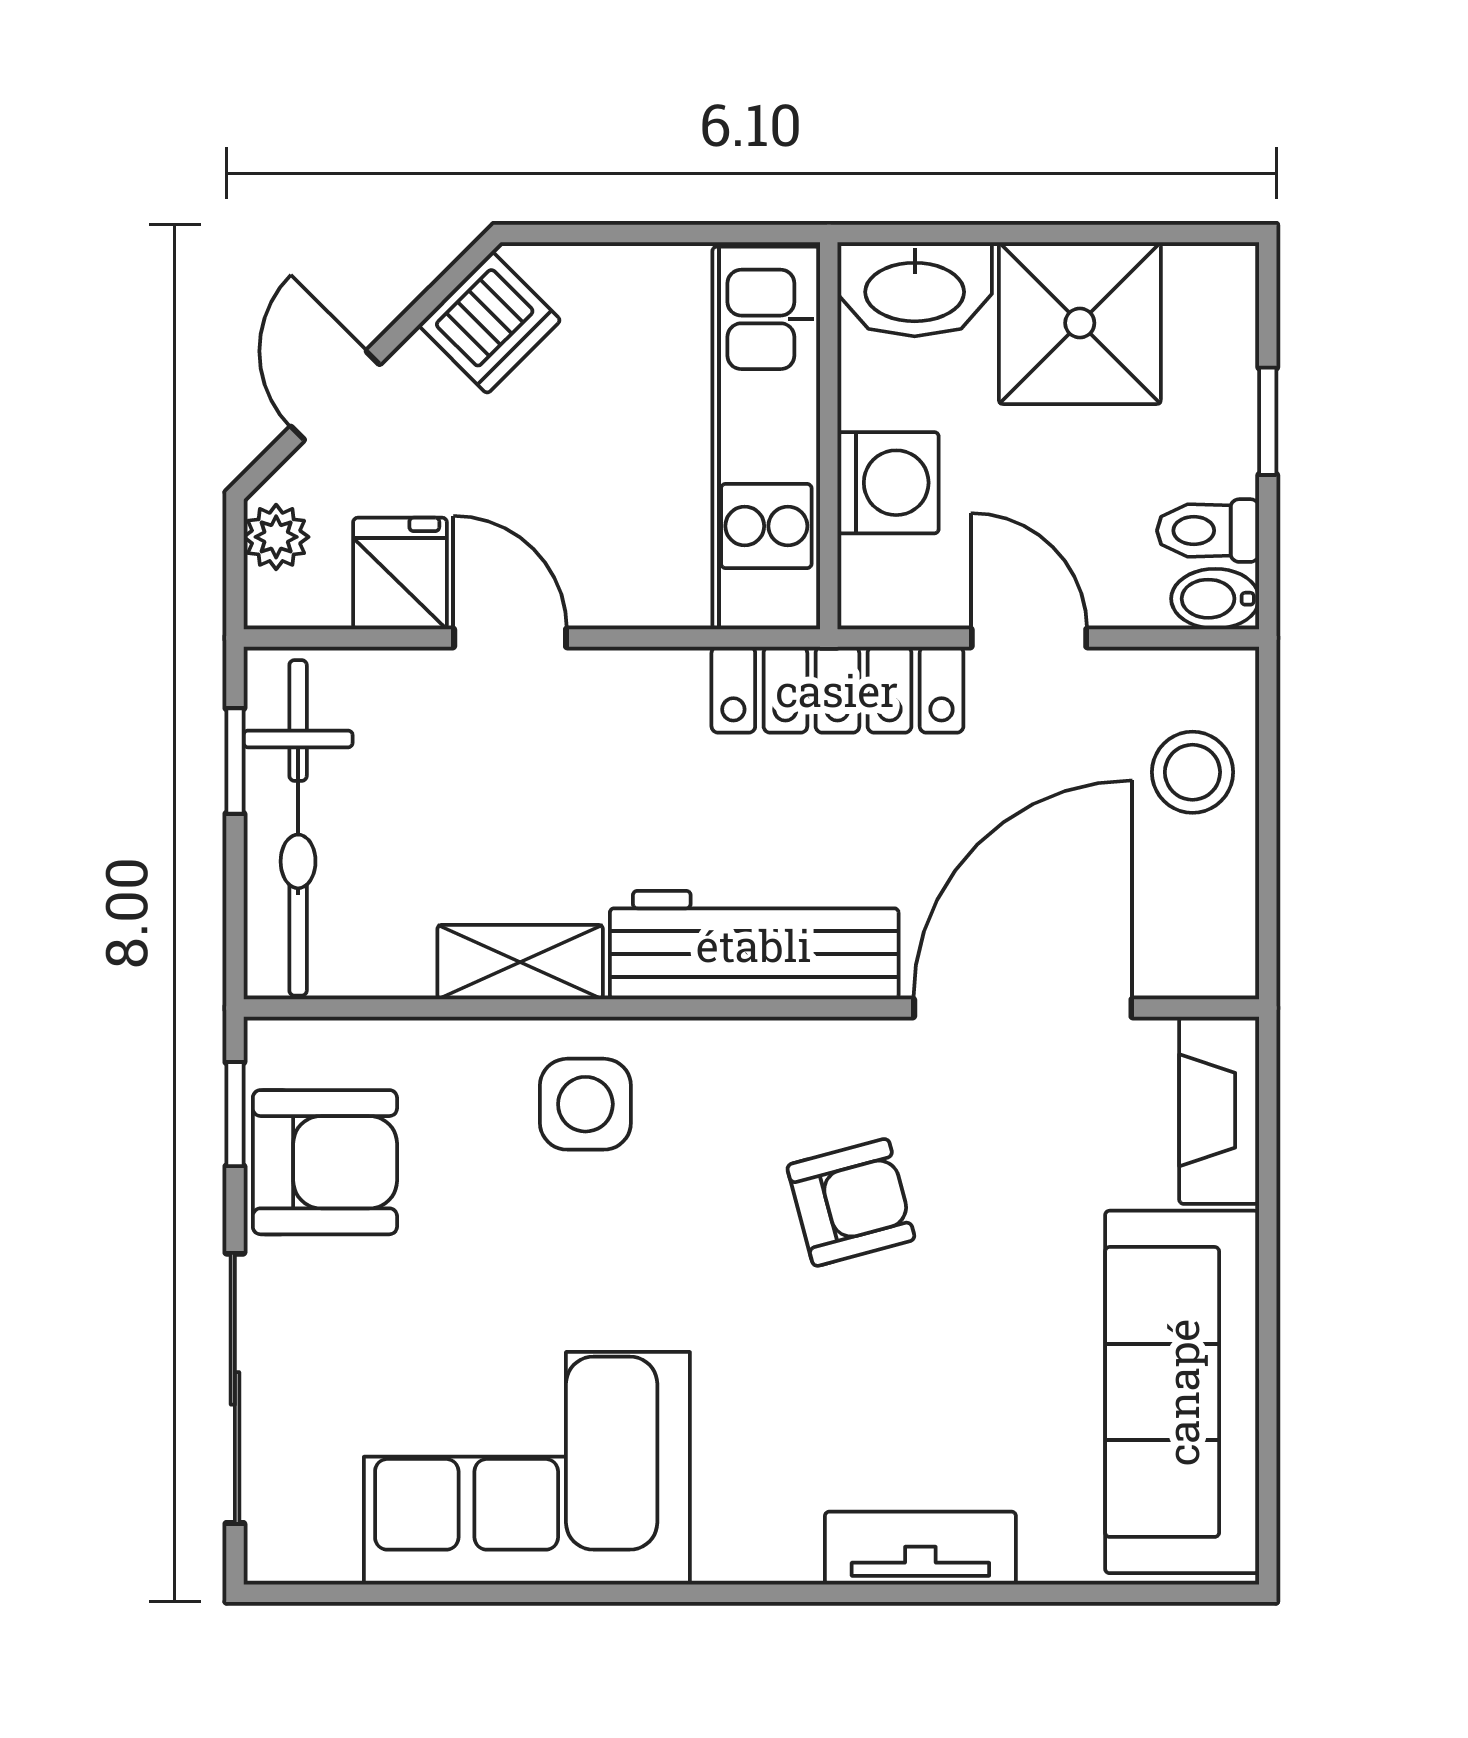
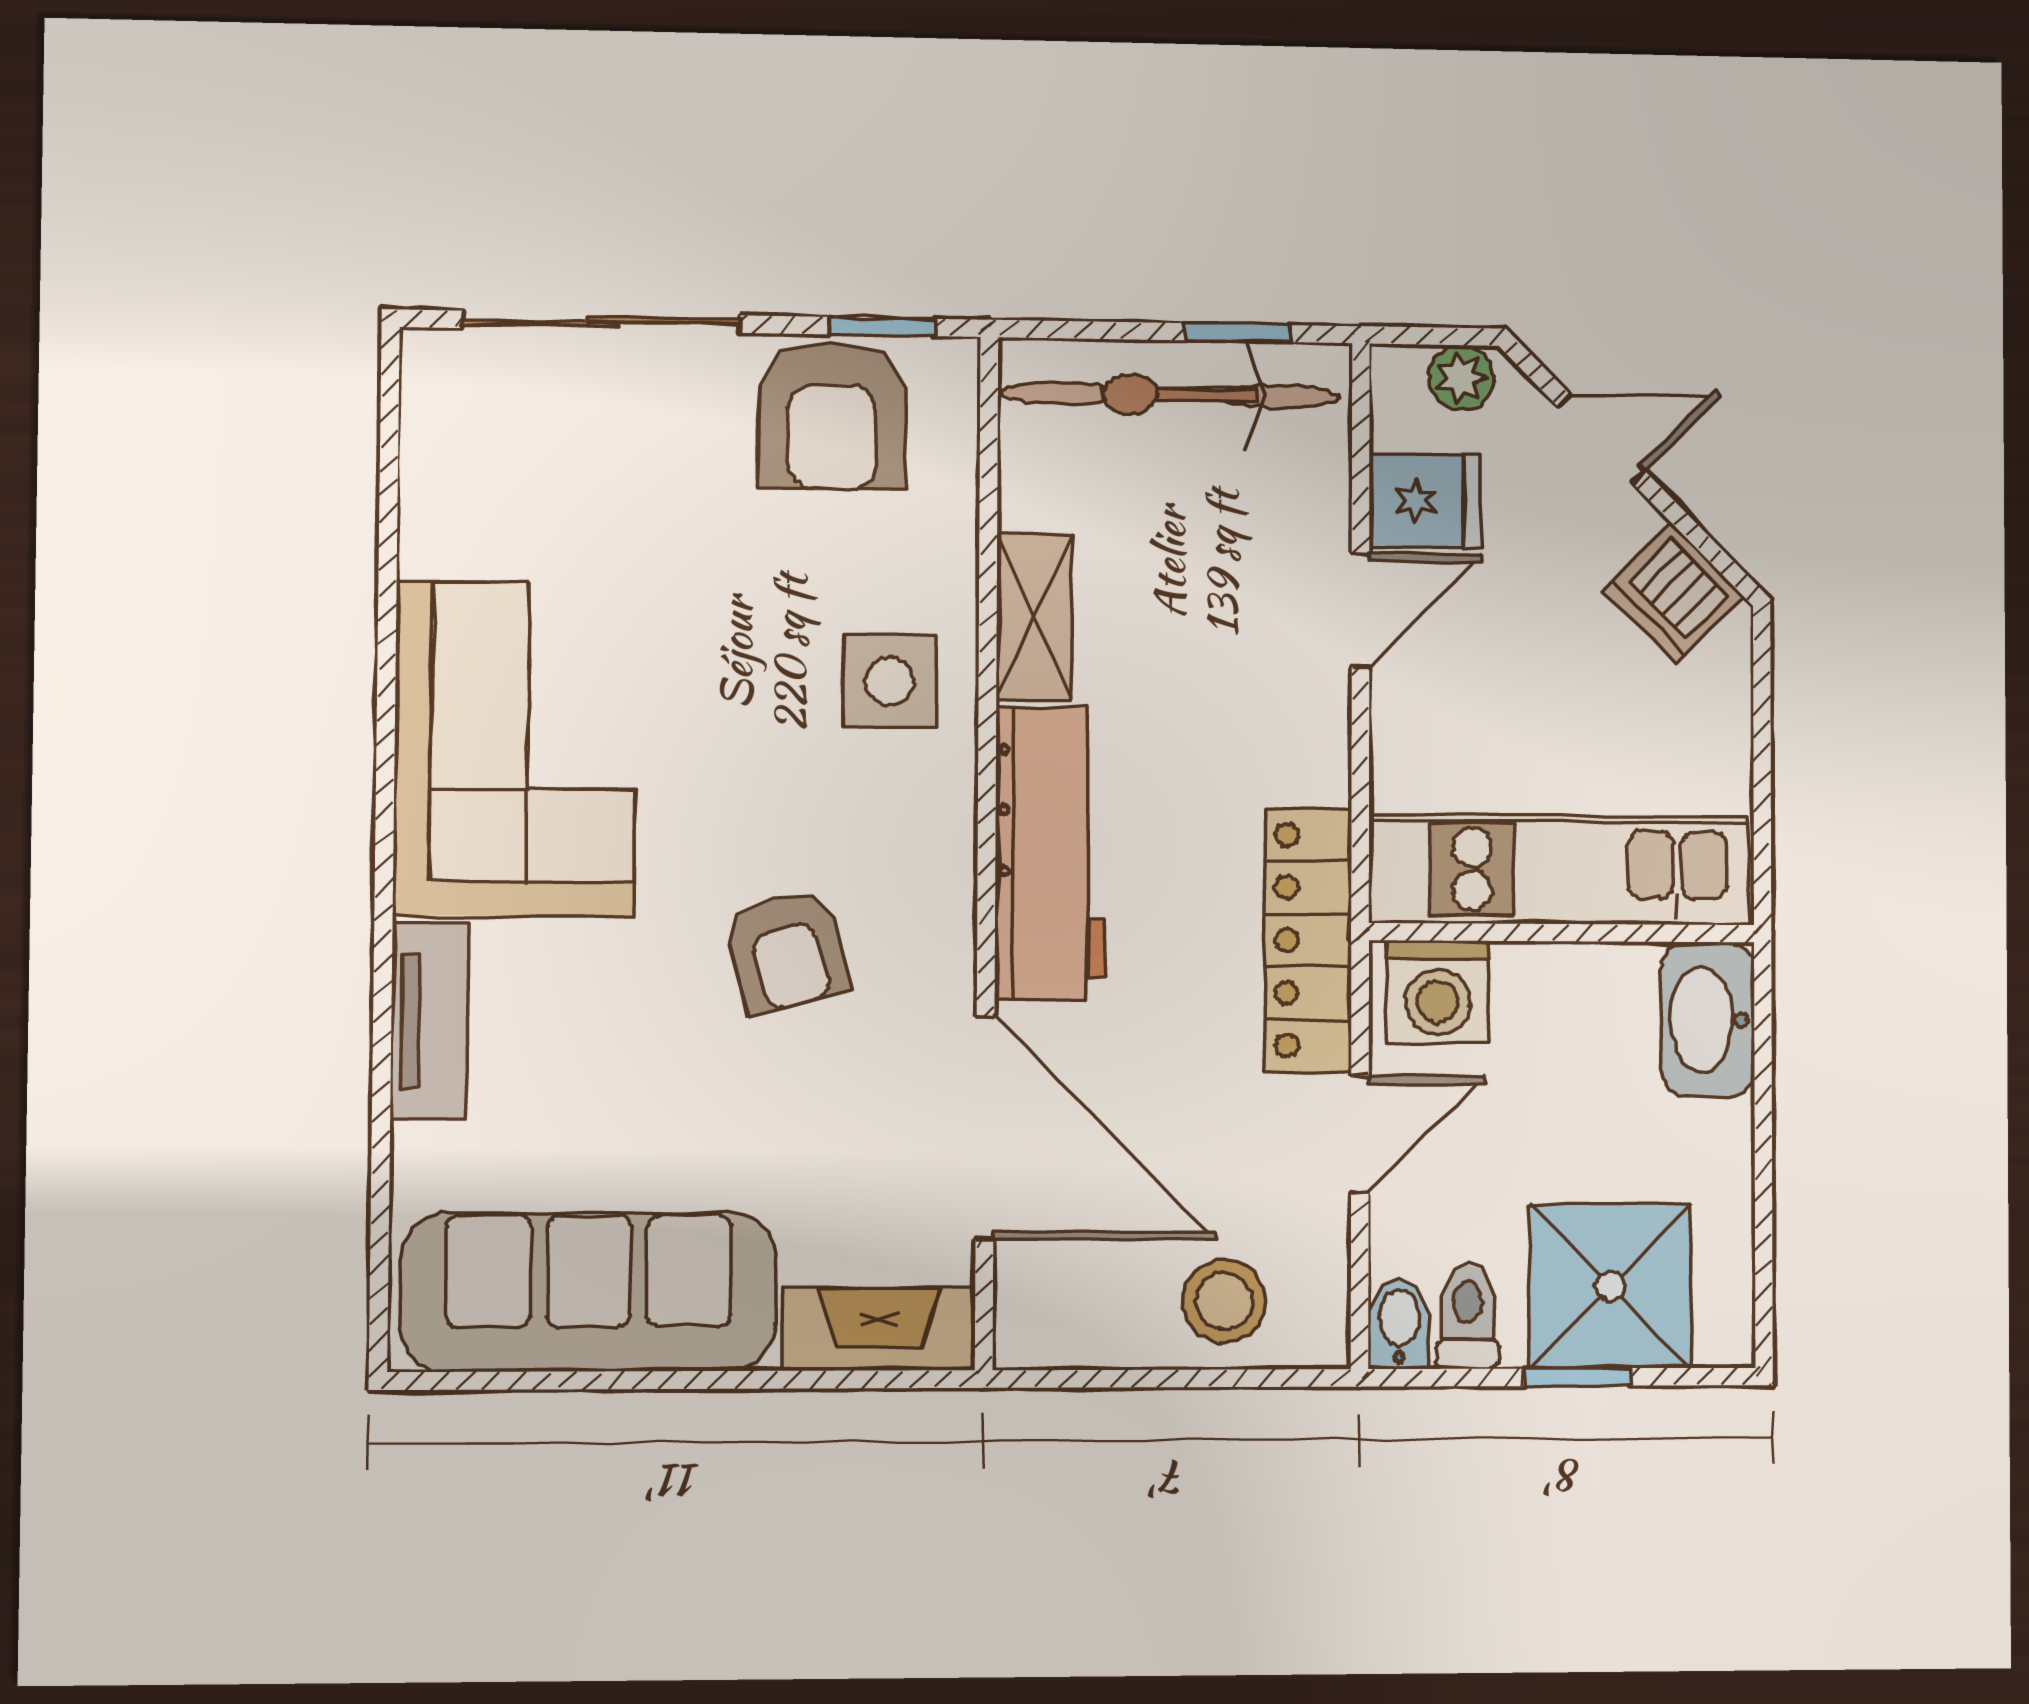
shower: (1080, 323) -> (1610, 1286), moved
washing machine: (888, 483) -> (1438, 992), moved
corner sofa: (527, 1468) -> (515, 749), moved

